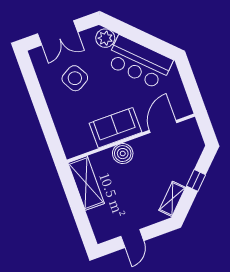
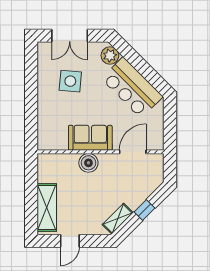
side table: (75, 78) -> (70, 81), turned 35
shelving: (86, 183) -> (47, 208), moved

